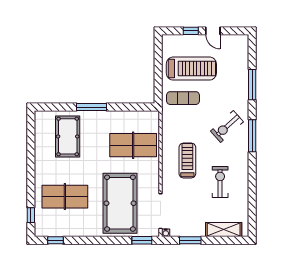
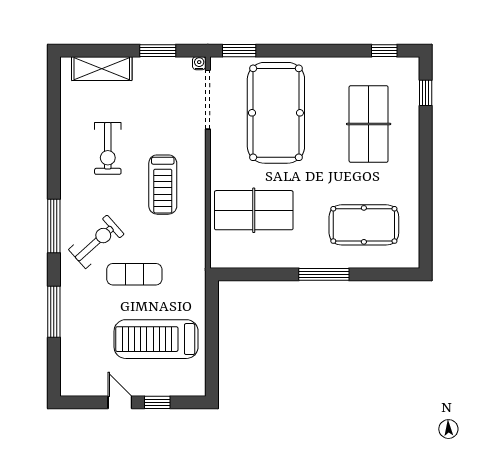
exercise mat: (183, 98) -> (134, 274), moved
pool table: (68, 136) -> (364, 225), turned 90
table tennis table: (65, 197) -> (369, 124), turned 90

